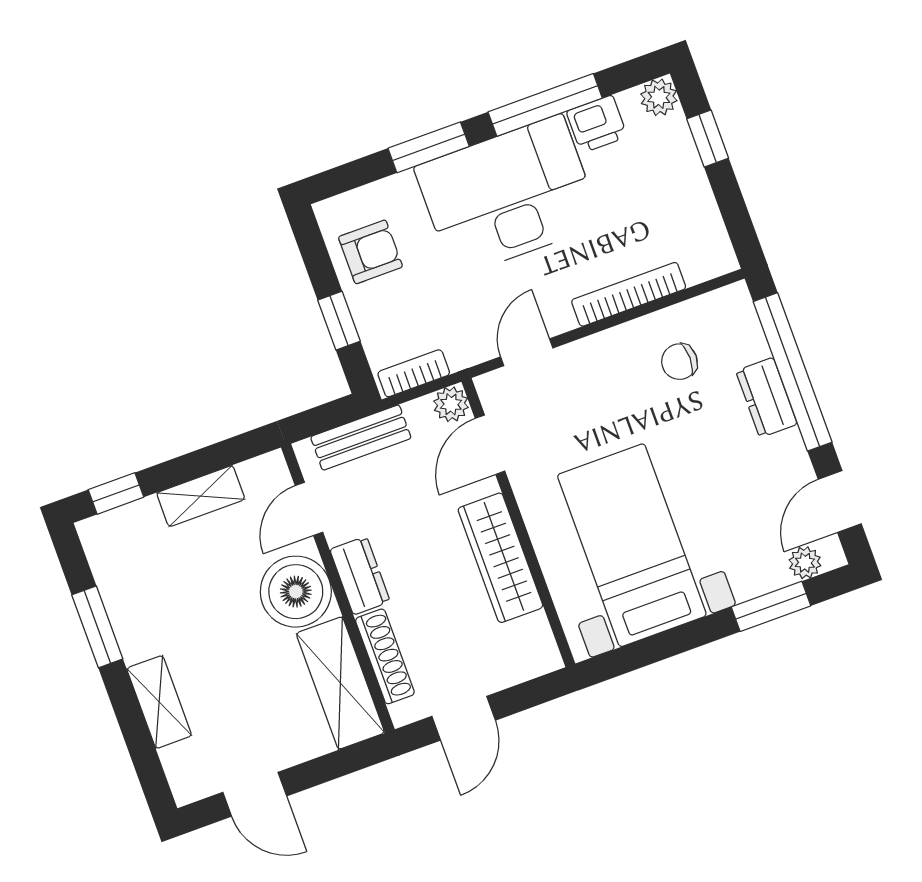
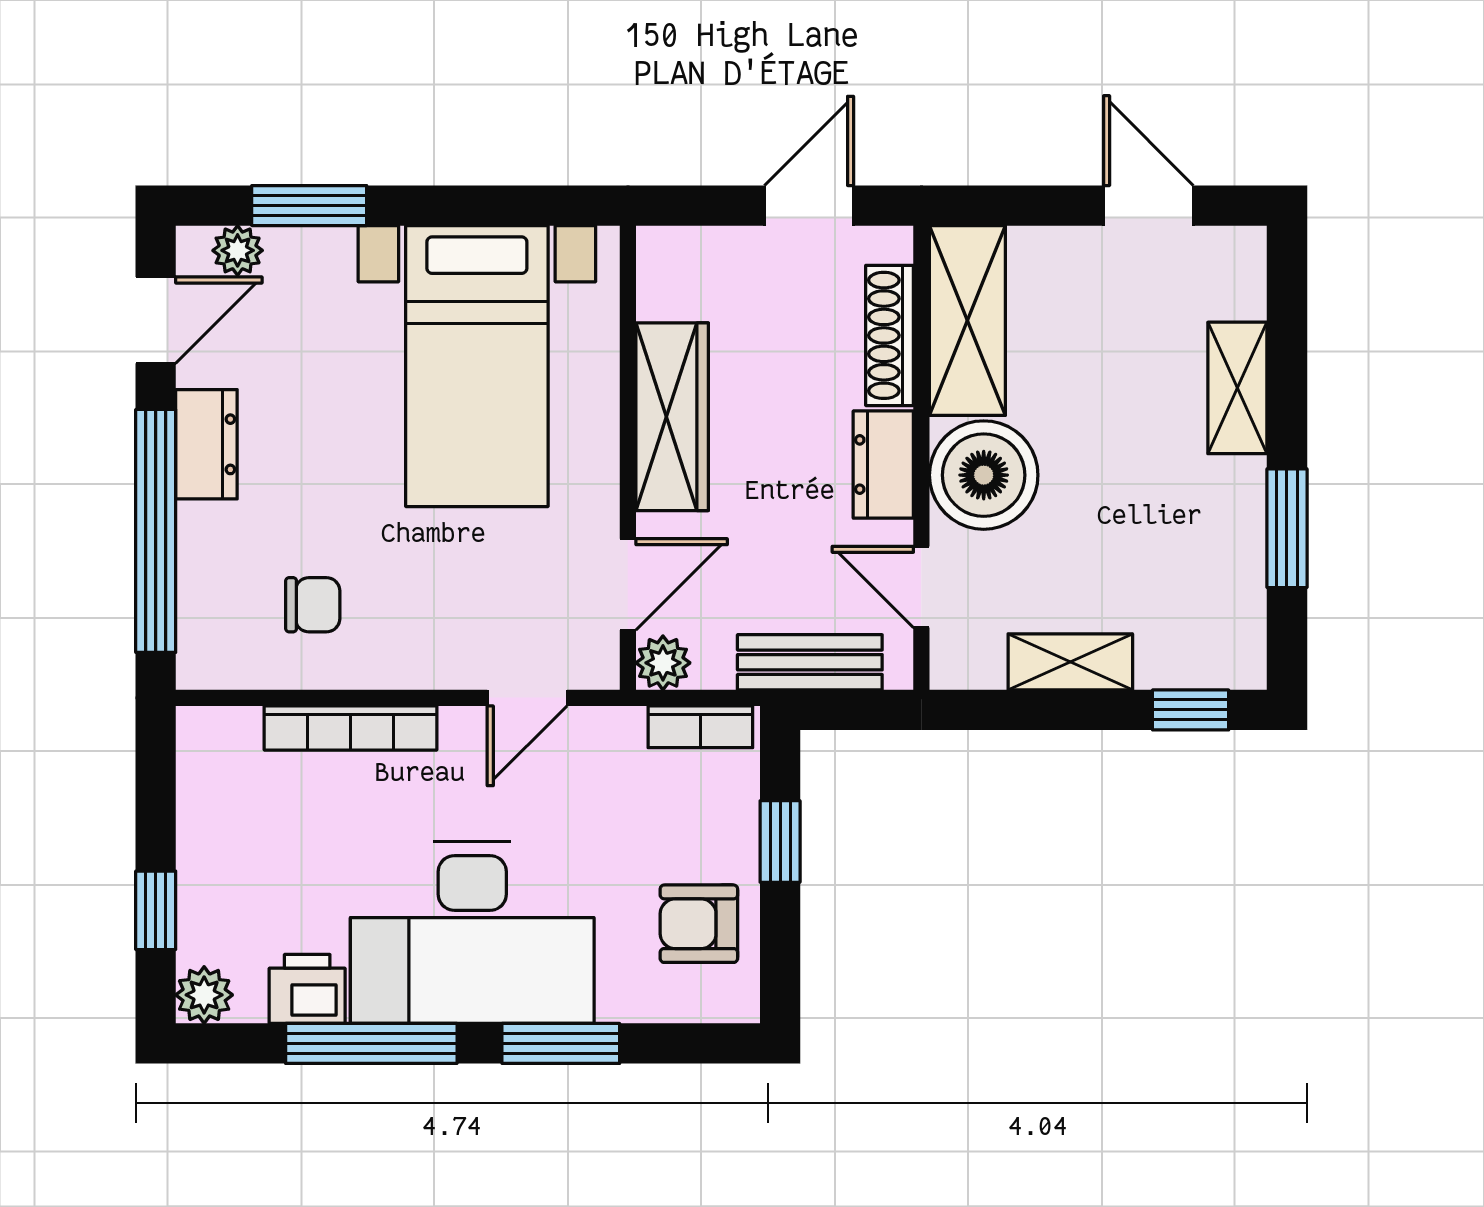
dresser: (767, 398) -> (206, 444), moved
door: (309, 509) -> (921, 587), swing flipped

